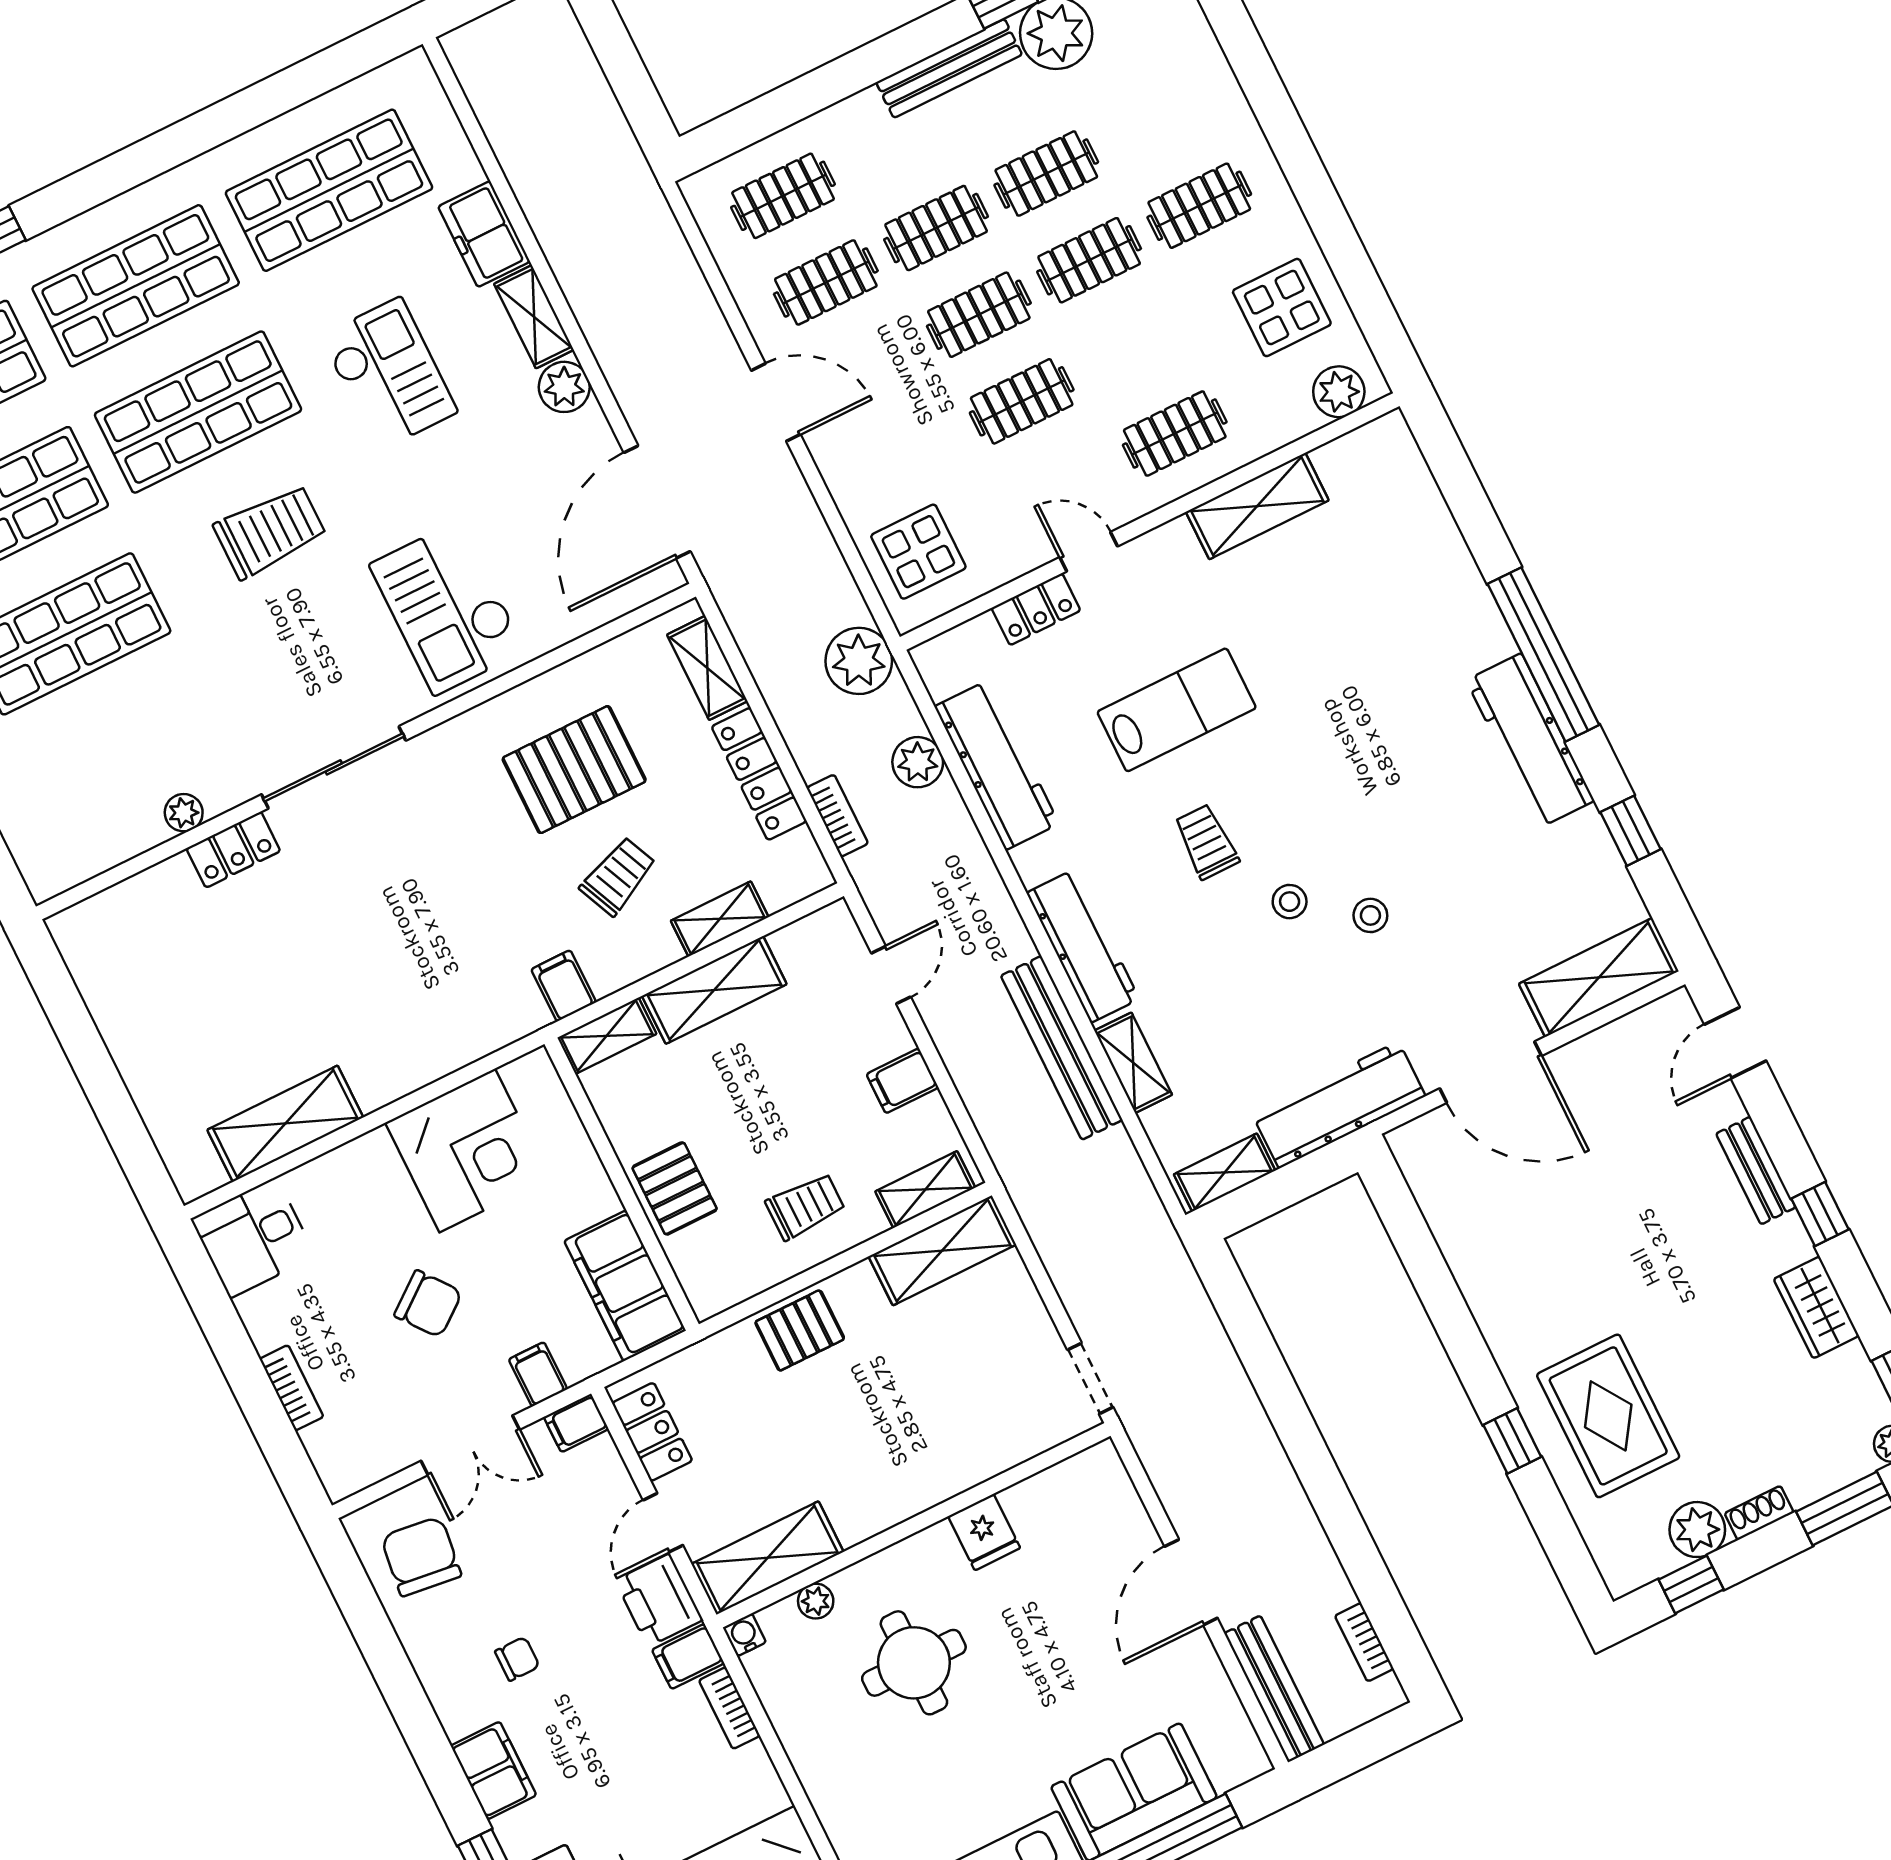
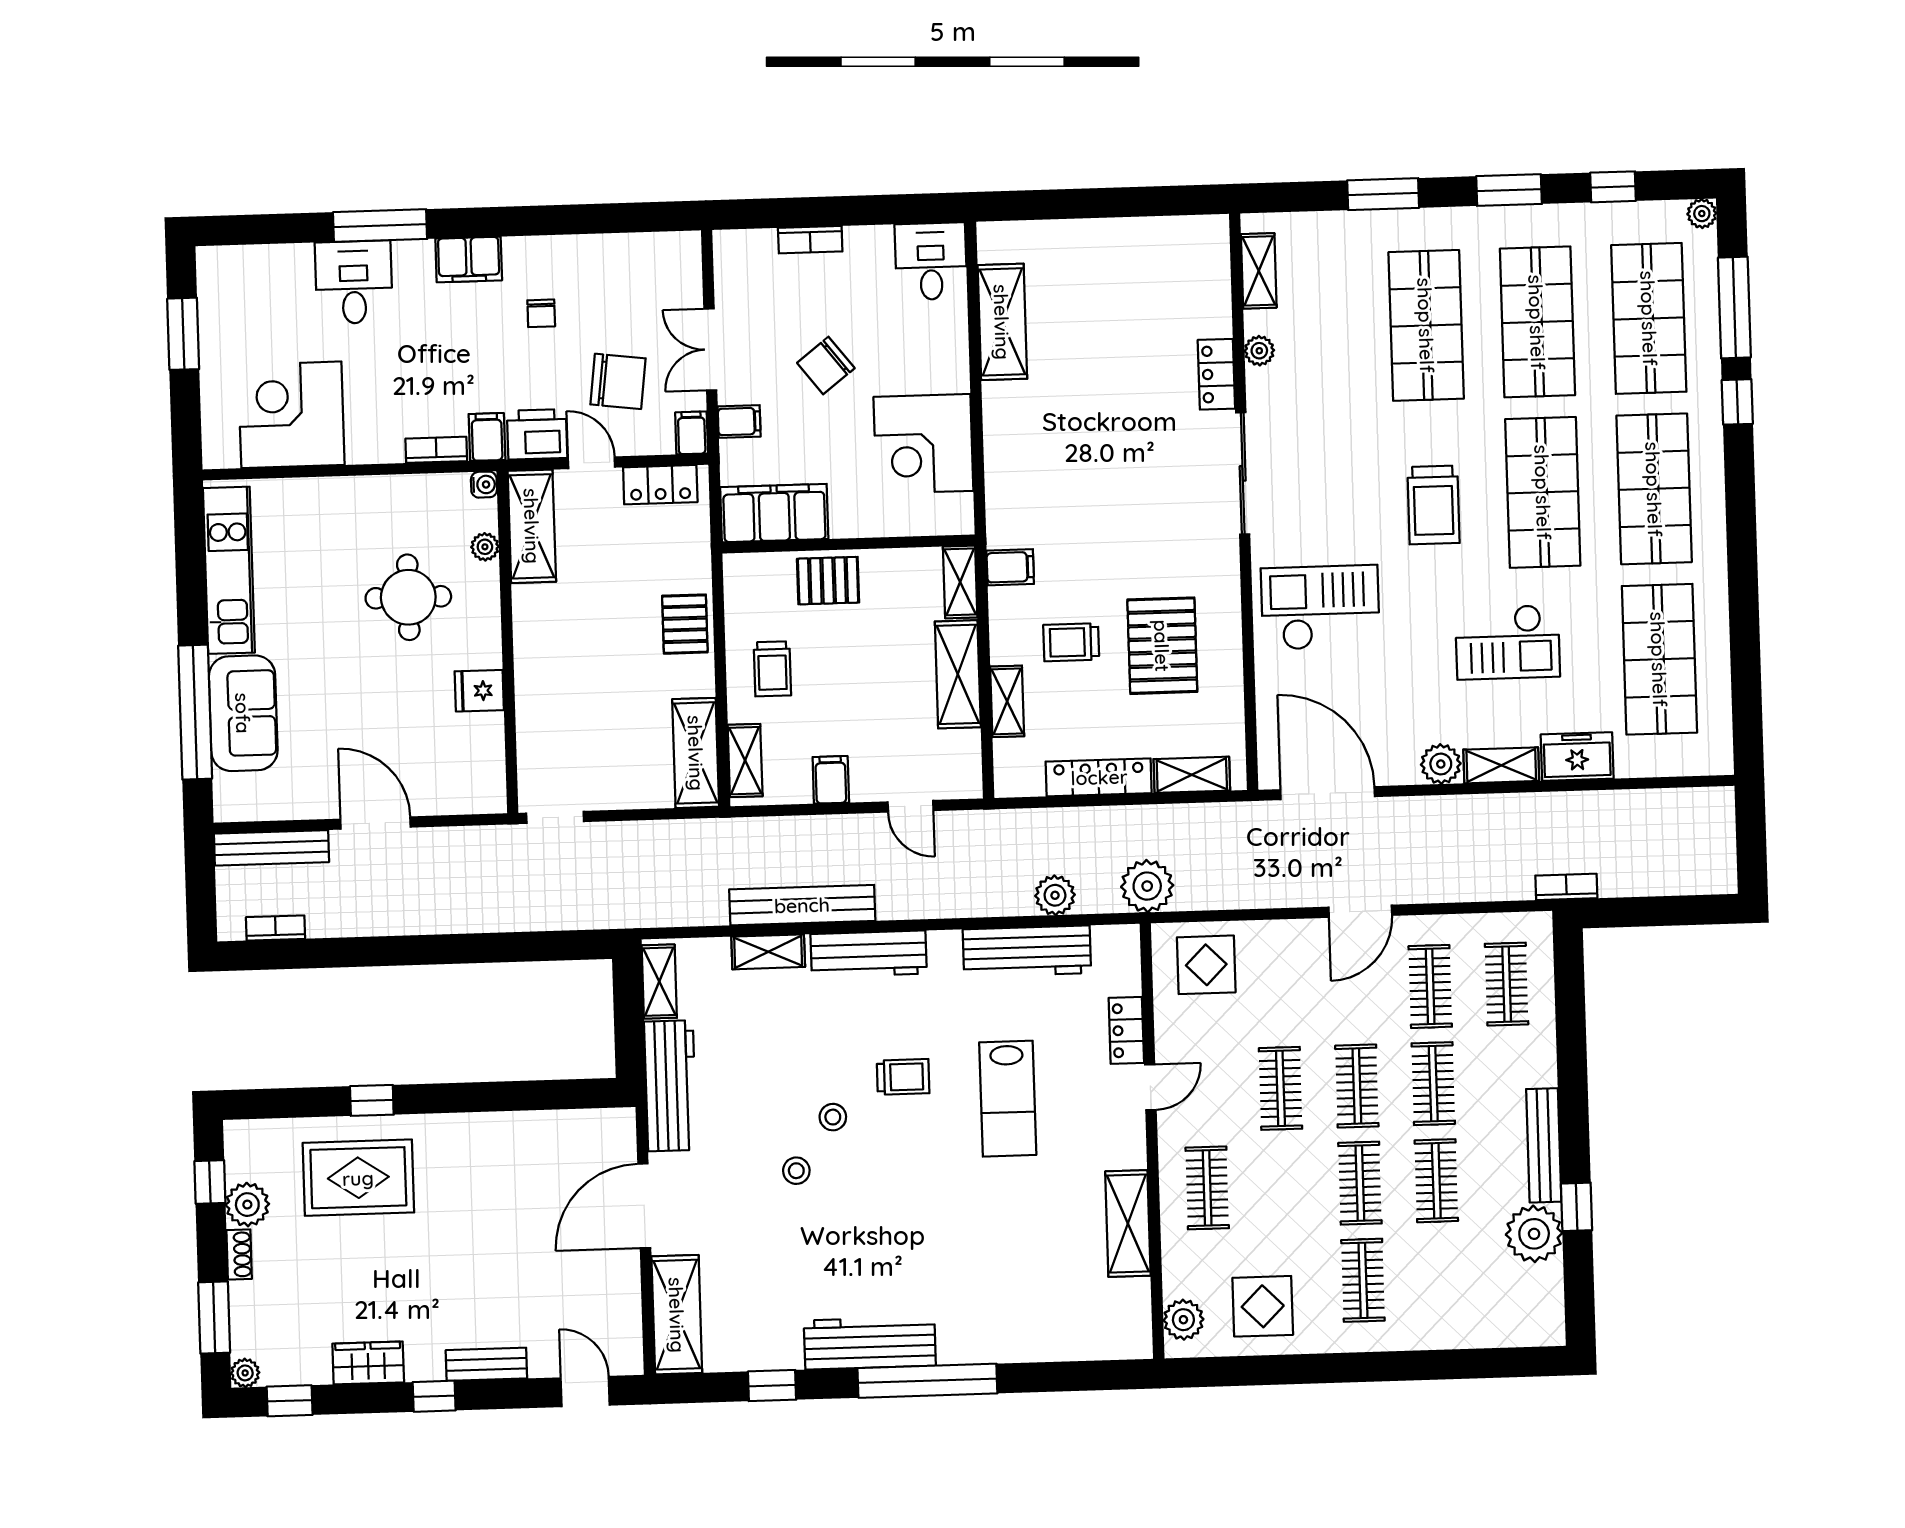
bookcase: (837, 816) -> (1566, 887), moved, turned 180
shelving: (92, 855) -> (1259, 271), added
trolley: (618, 876) -> (1071, 642), turned 114
chair: (421, 1556) -> (618, 381), moved

